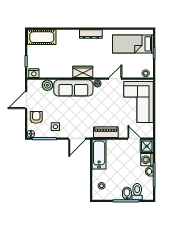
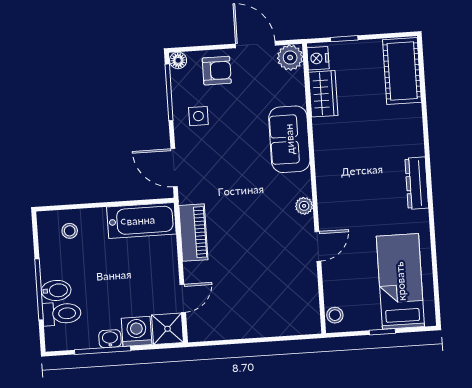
wardrobe: (83, 72) -> (323, 94), moved
door: (115, 79) -> (318, 246), hinge flipped
plant: (47, 85) -> (290, 58), moved
sofa: (73, 88) -> (289, 139), width x0.73
corner sofa: (138, 102) -> (268, 303), removed

